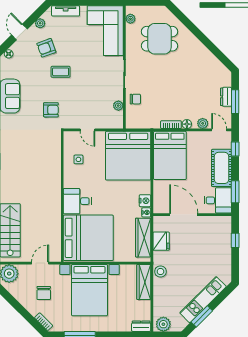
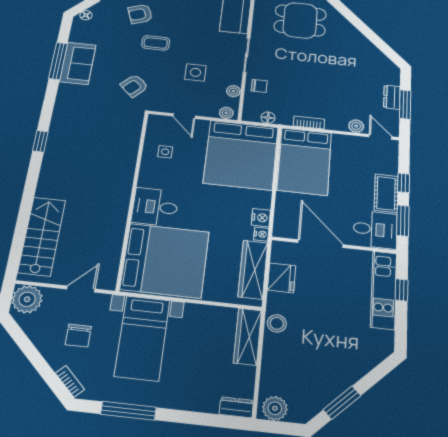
side table: (91, 93) -> (195, 72), added
armchair: (51, 110) -> (134, 86), turned 134
plant: (115, 124) -> (226, 113), added
floor lamp: (187, 124) -> (268, 118), moved
window: (235, 149) -> (404, 183), moved
cot: (221, 168) -> (386, 193), width x0.73, depth x0.75
bed with nightstands: (89, 290) -> (142, 338), width x0.73
kitchen unit: (203, 300) -> (384, 290), moved, turned -45

